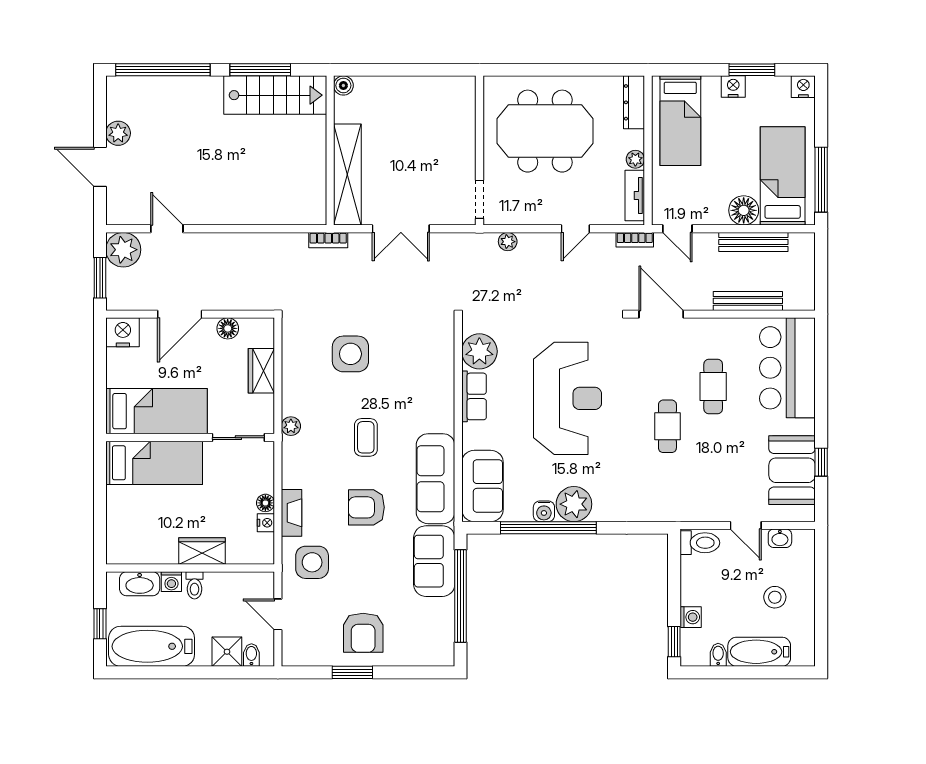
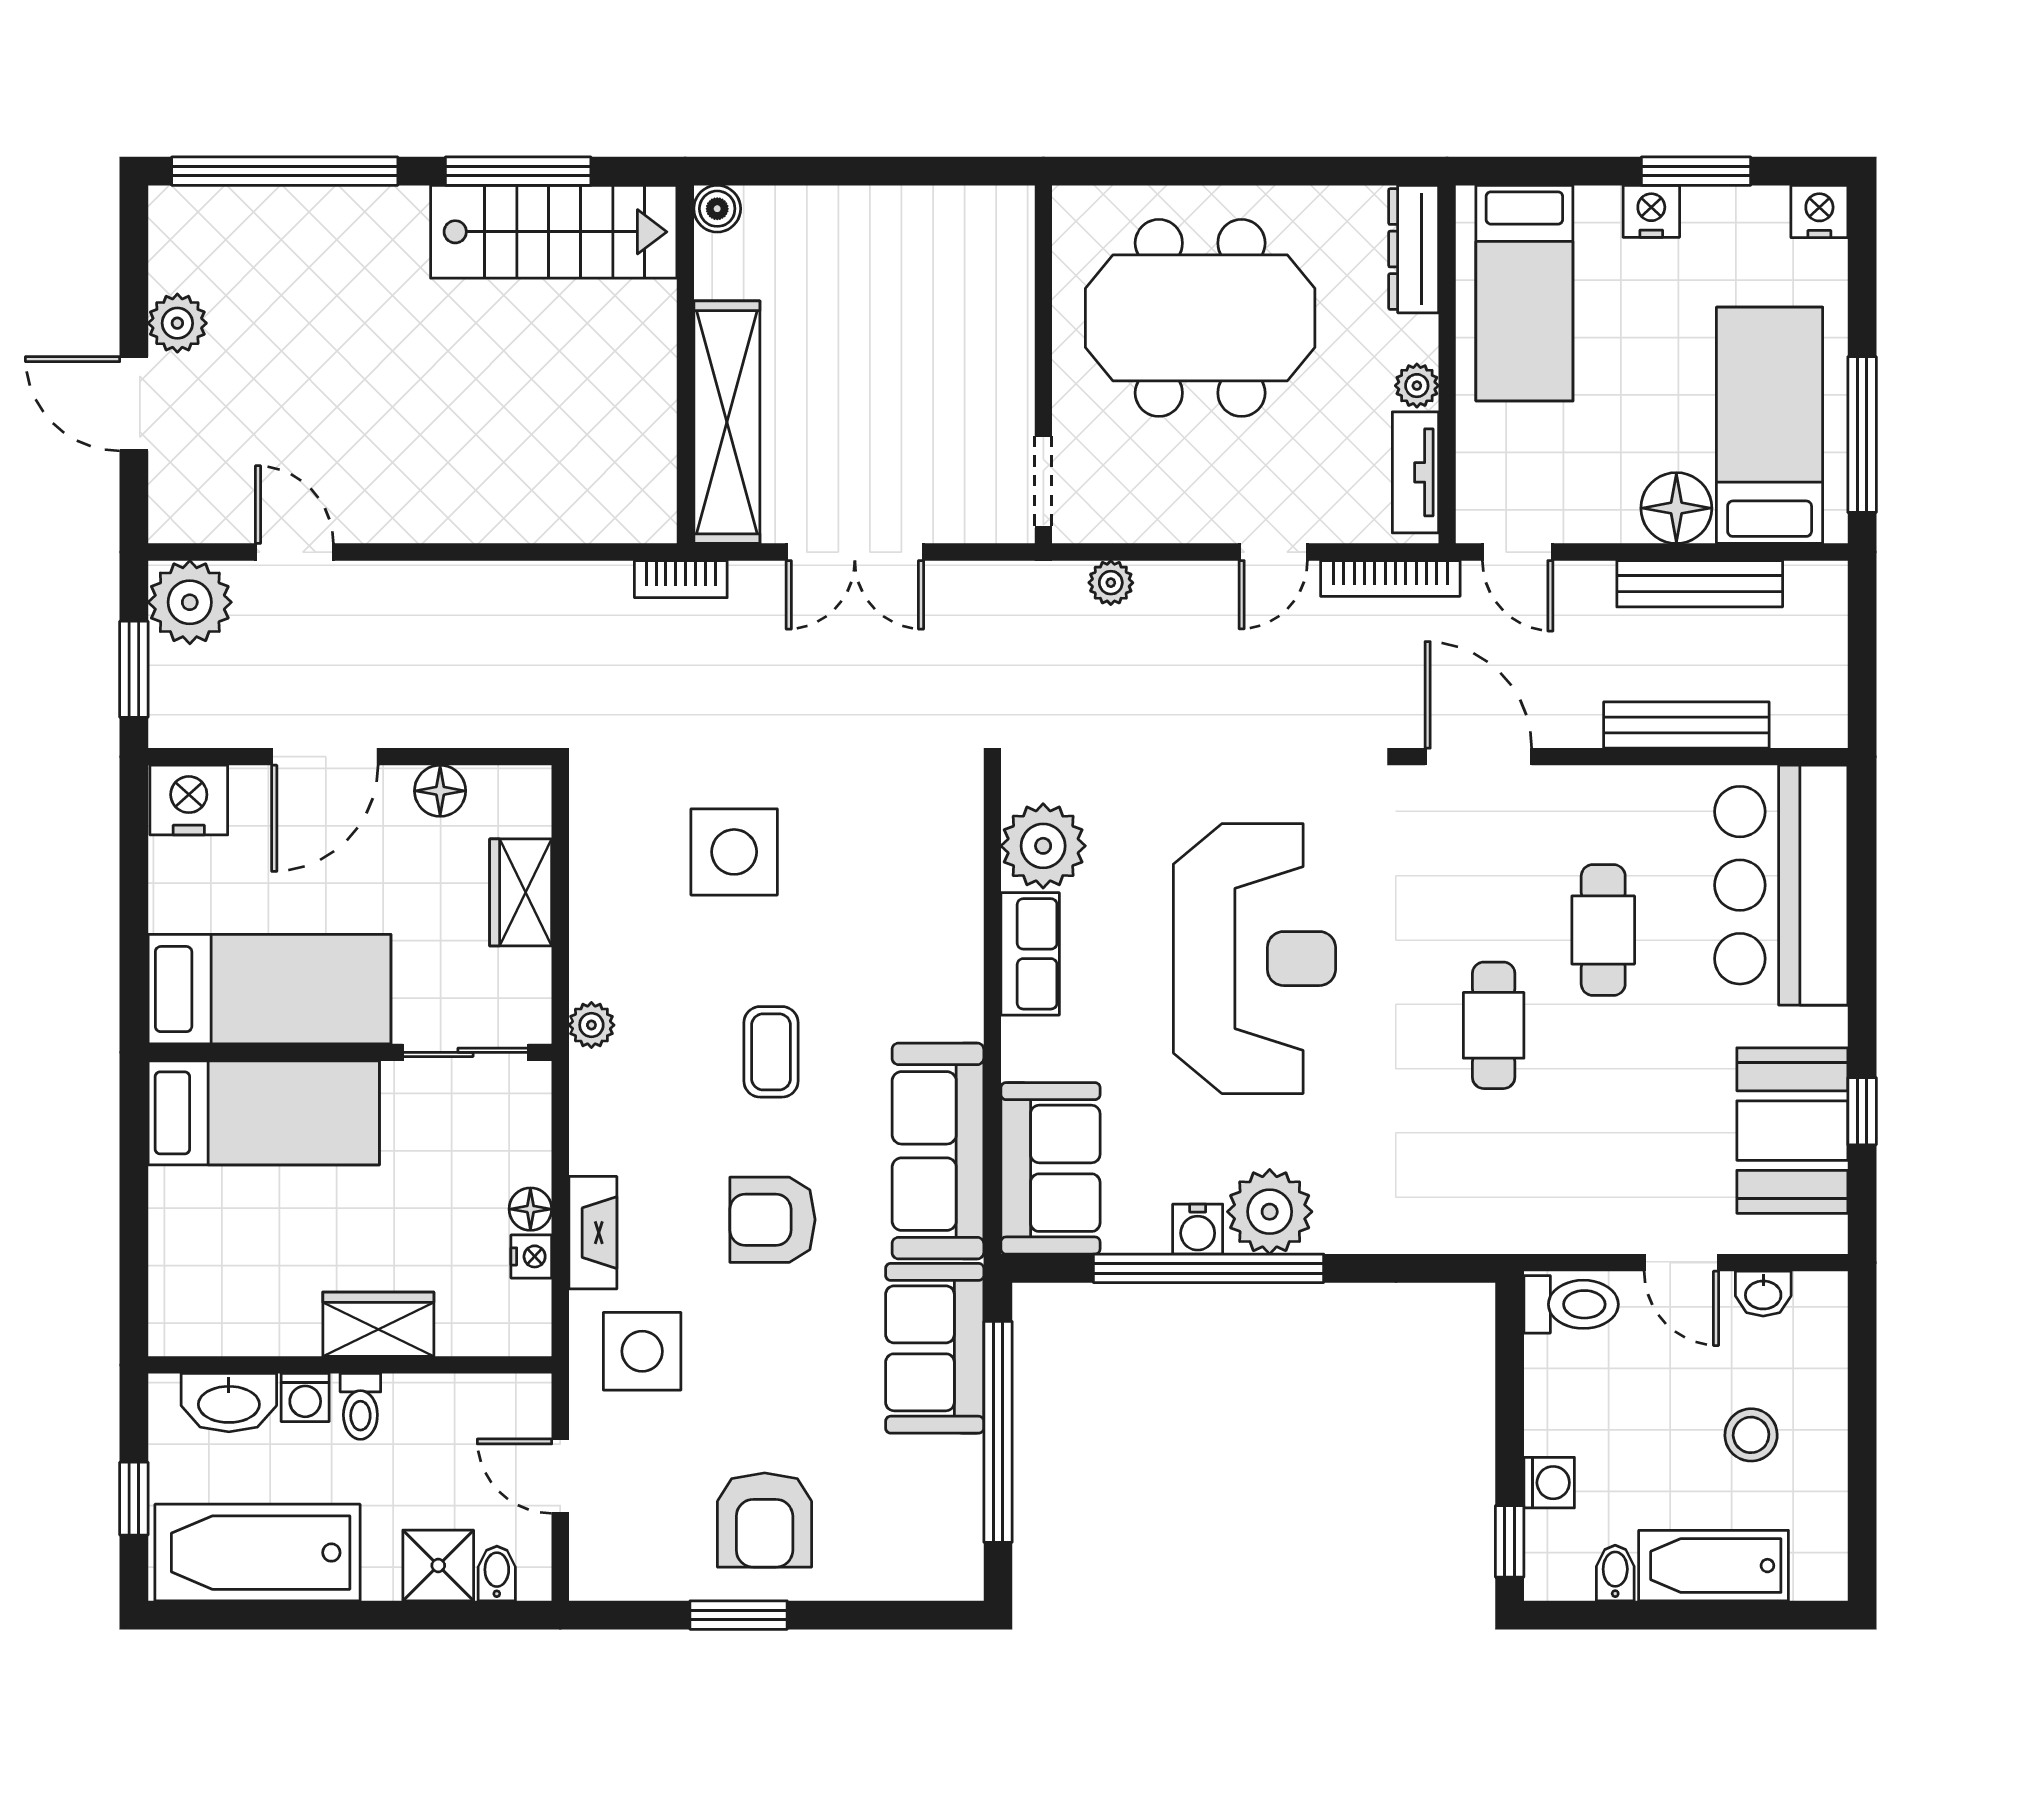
bookcase: (635, 240) -> (1390, 578), width x1.56

